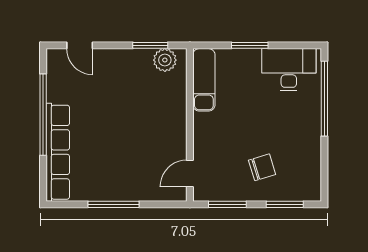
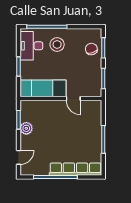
plant: (165, 60) -> (26, 128), moved
exam couch: (204, 80) -> (43, 88), width x1.36, depth x1.45
stool: (291, 118) -> (57, 44), added
chair: (262, 167) -> (91, 49), moved
door: (190, 173) -> (73, 99), moved

